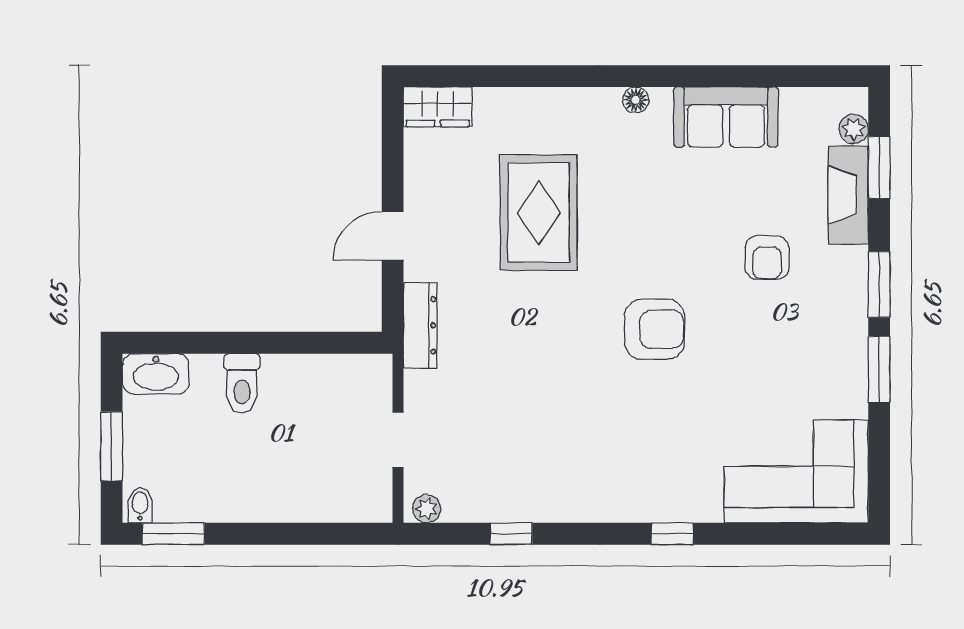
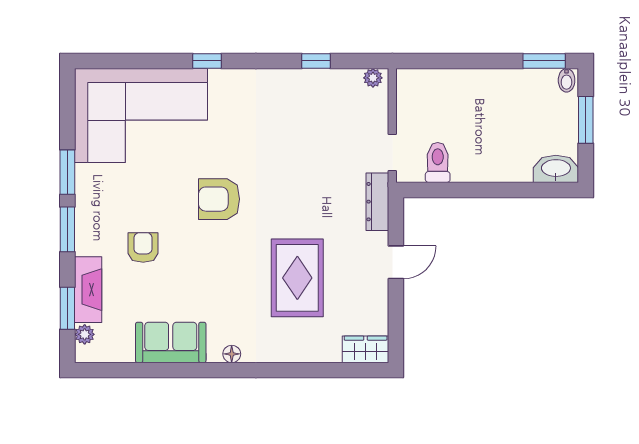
toilet: (242, 383) -> (438, 162), moved
doorway: (398, 440) -> (392, 153), moved
corner sofa: (796, 471) -> (141, 115), width x1.36, depth x1.36

